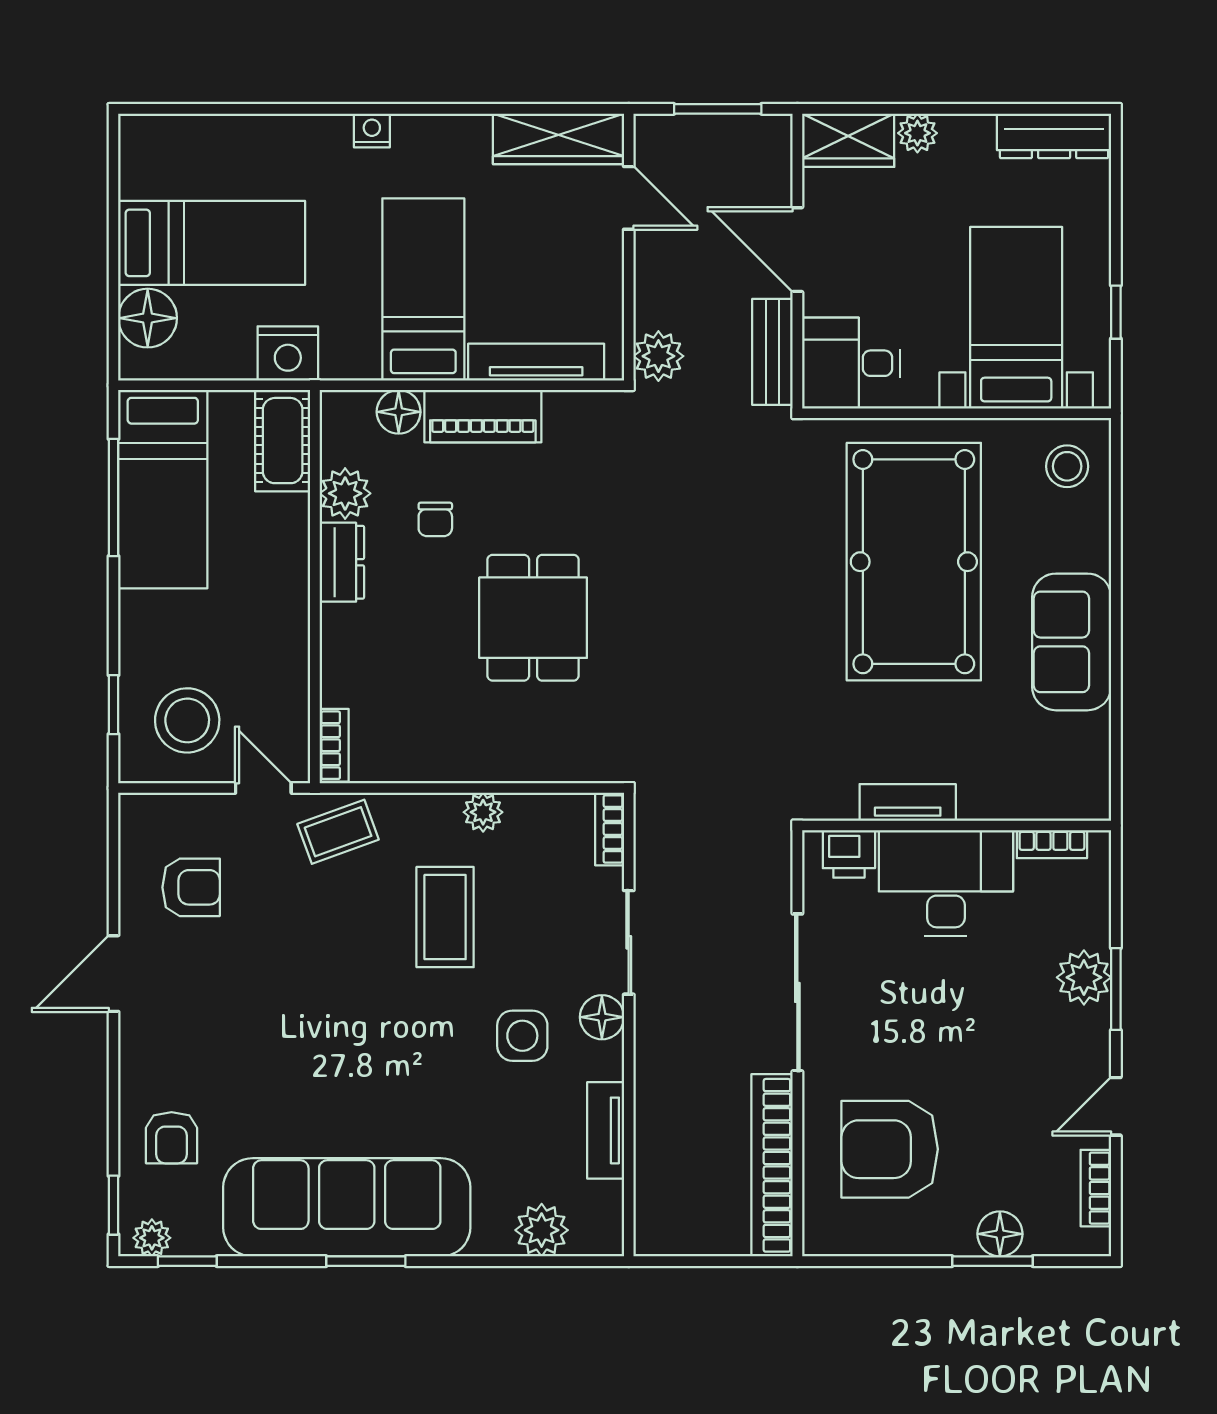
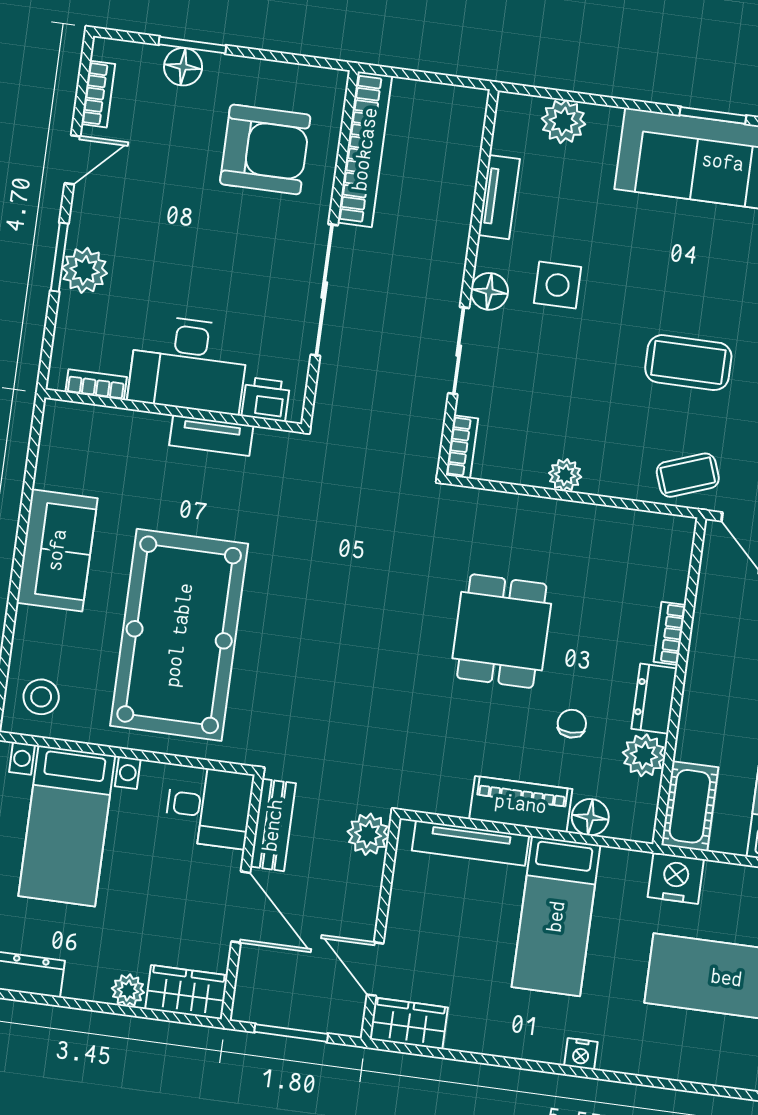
wardrobe: (558, 139) -> (409, 1023), width x0.67
bookcase: (334, 745) -> (670, 633), moved
coffee table: (445, 917) -> (688, 363), moved, turned 90

